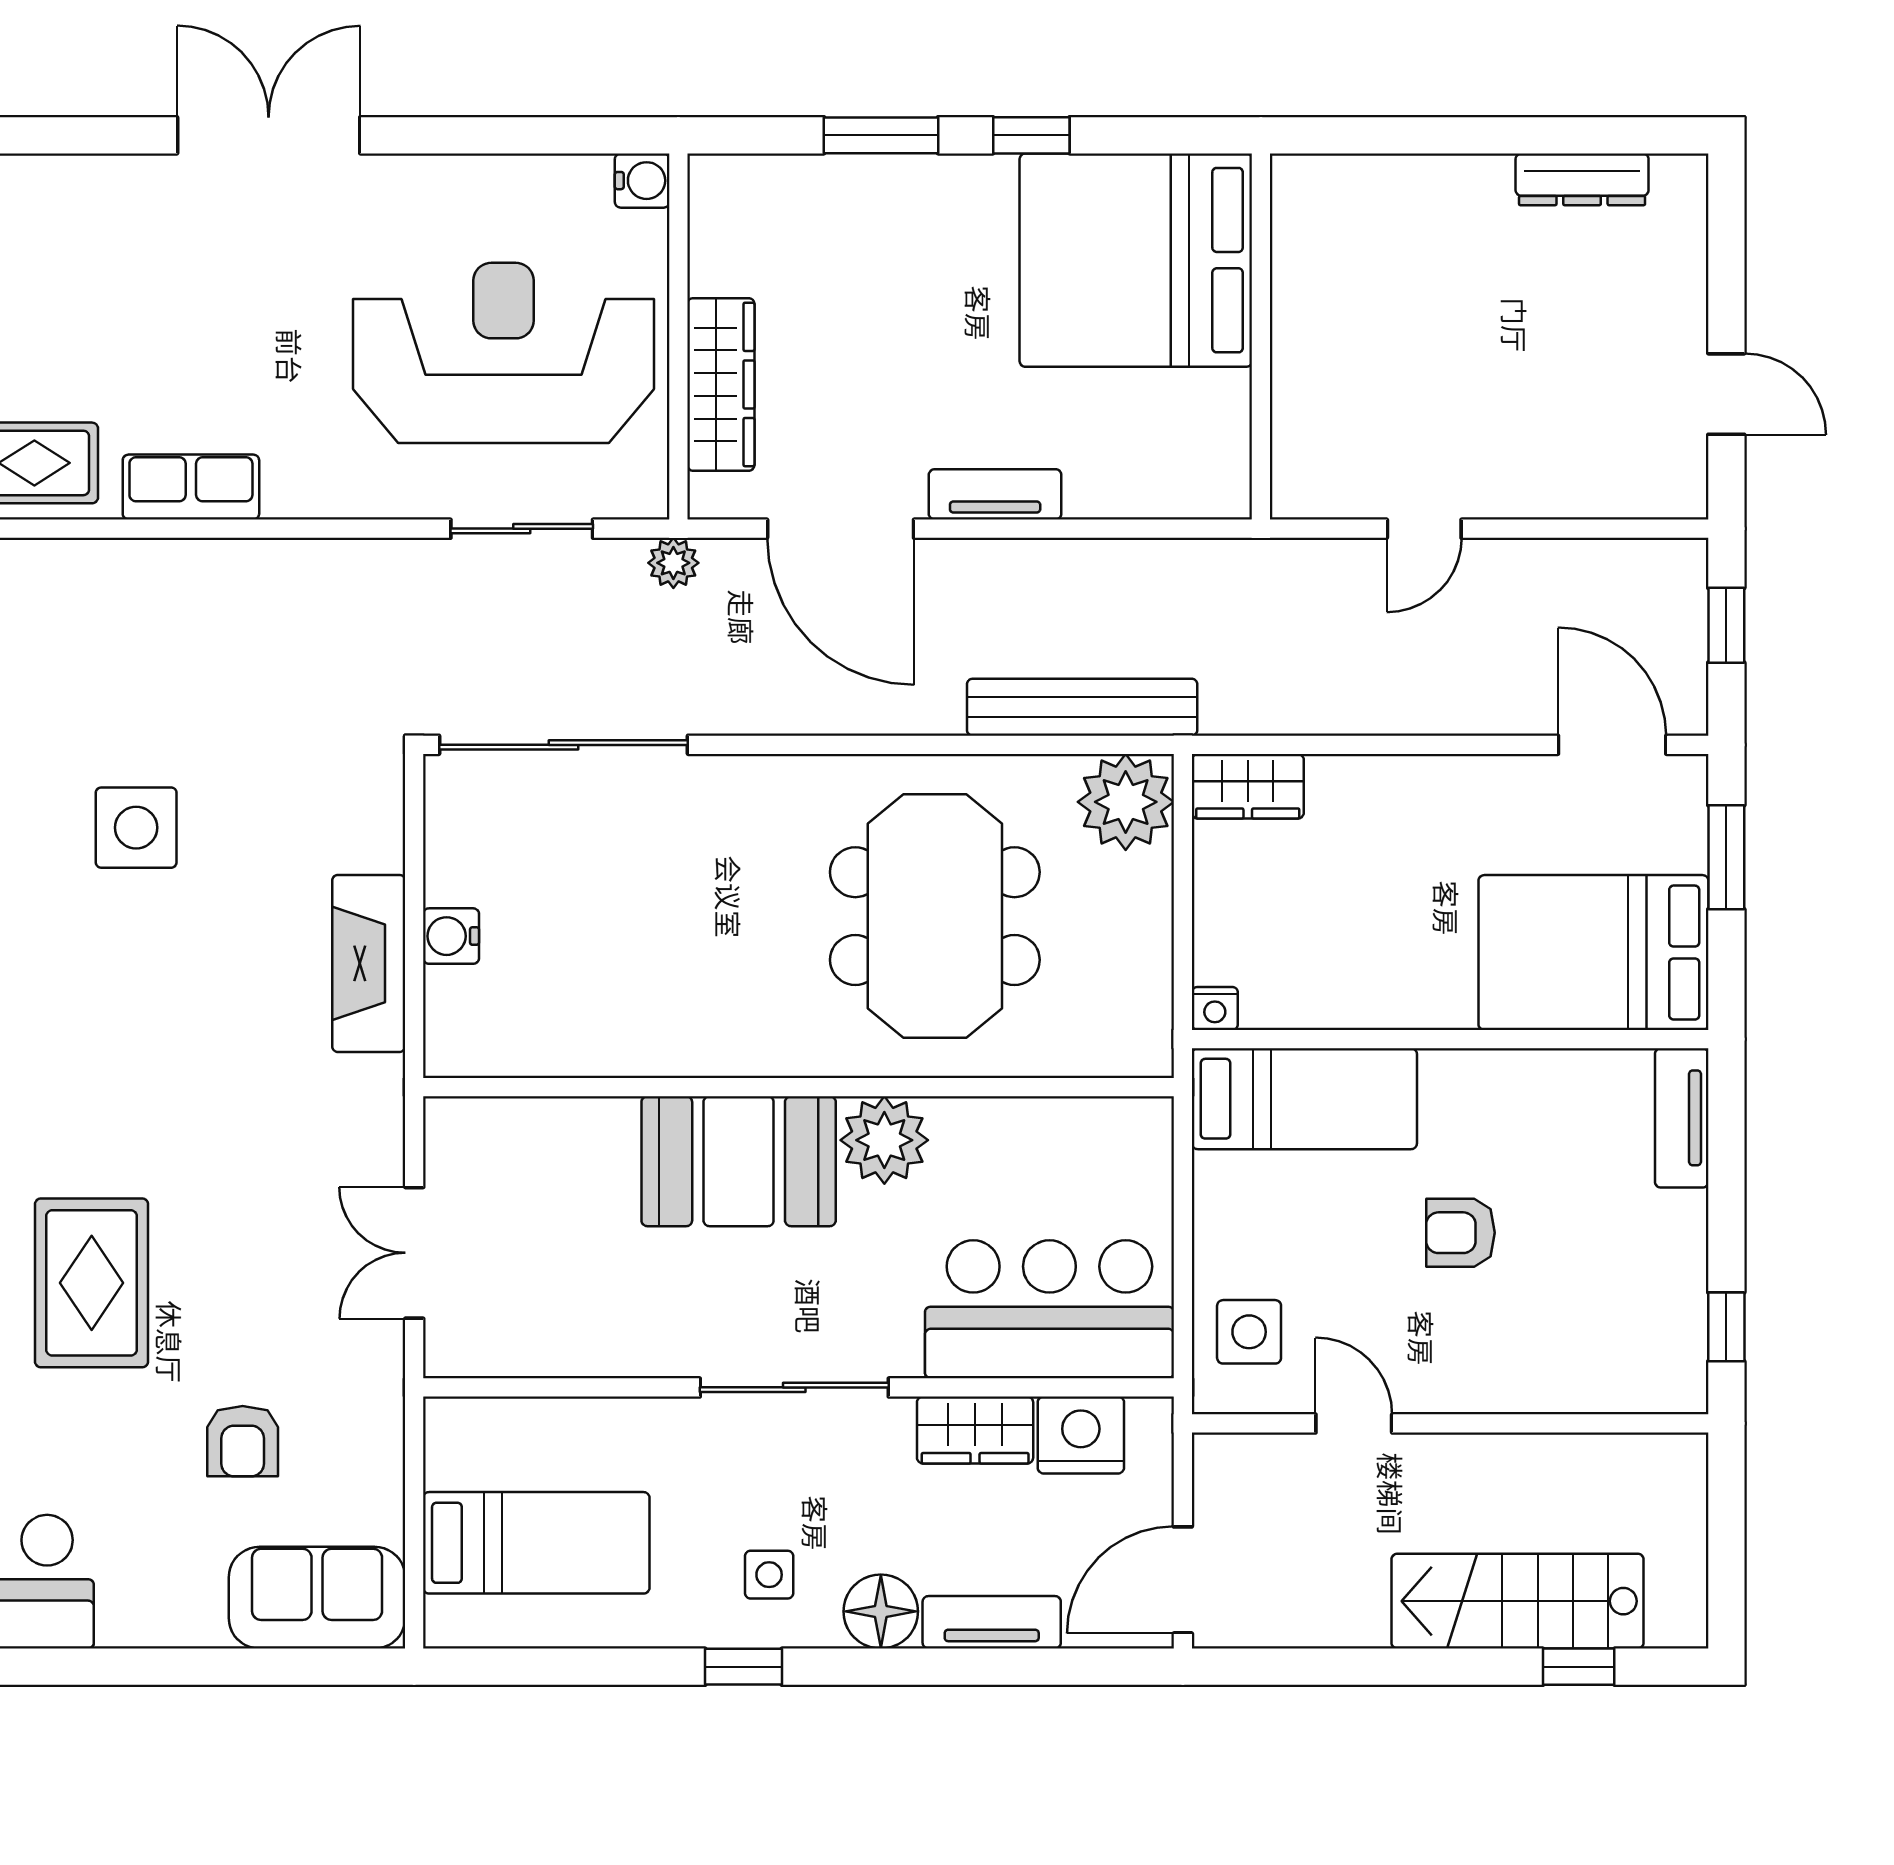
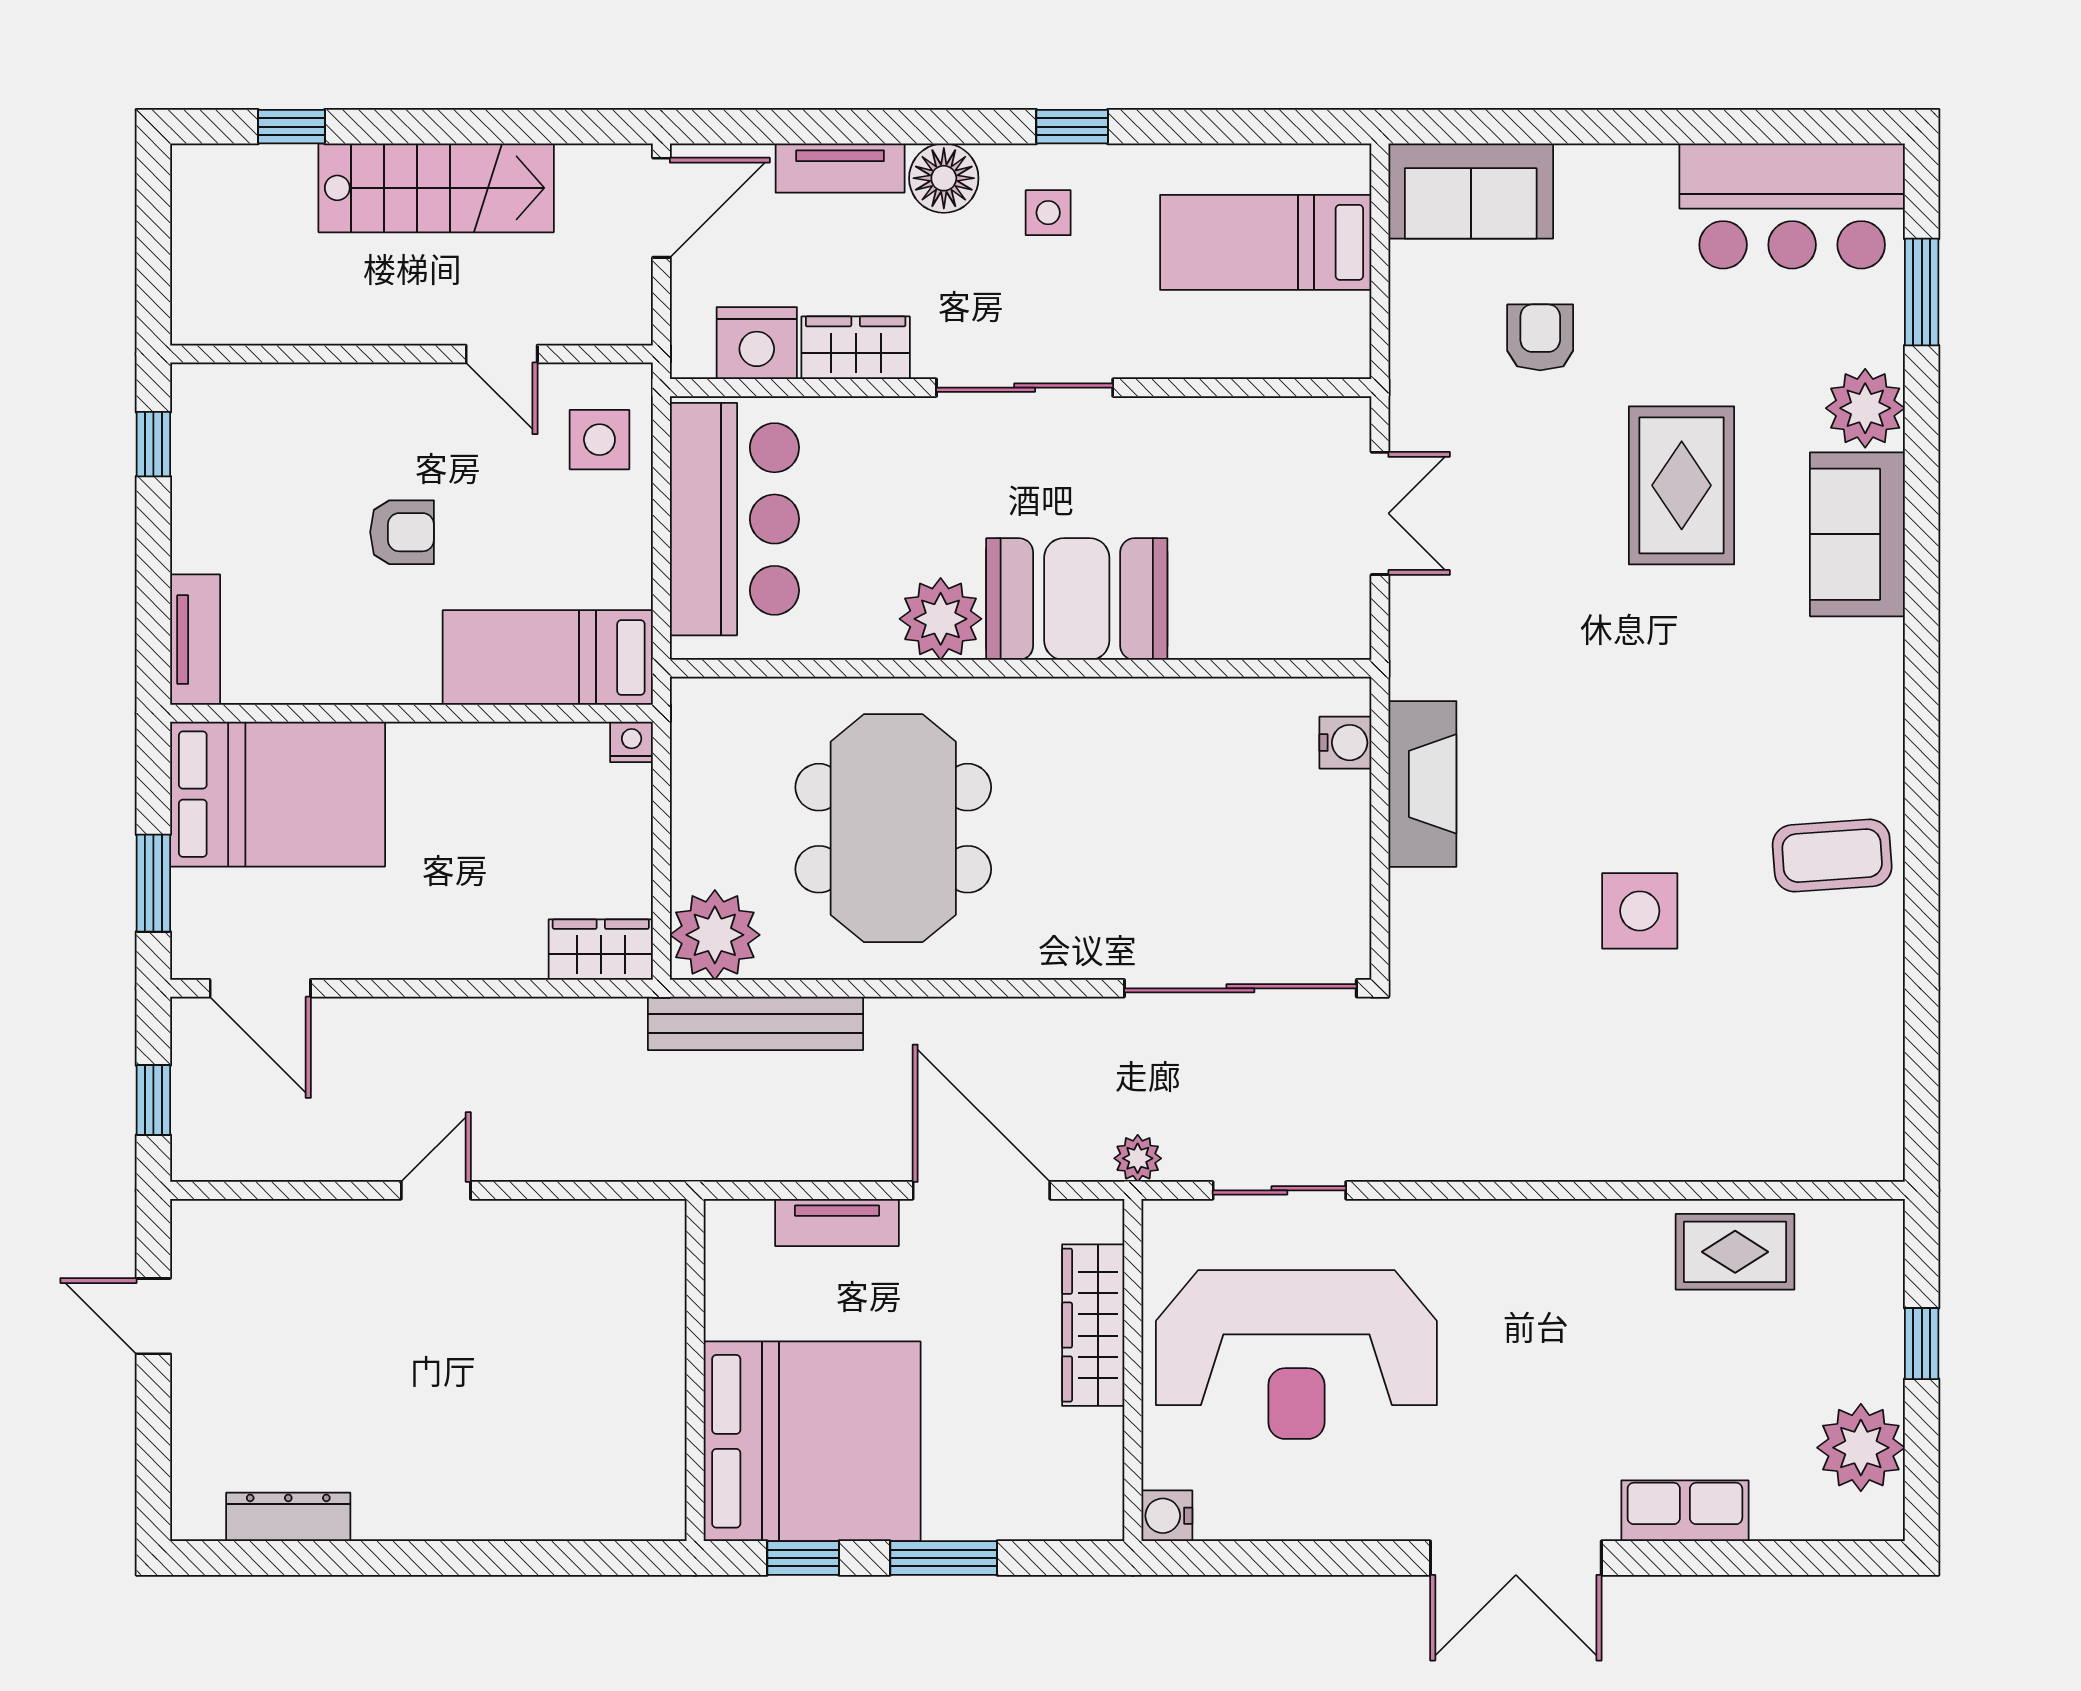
bed: (1136, 260) -> (812, 1441), moved
wall: (1261, 336) -> (695, 1370), moved
row of seats: (191, 487) -> (1685, 1511), moved, turned 180
water cooler: (451, 936) -> (1345, 743), moved
bar counter: (1049, 1309) -> (734, 519), moved, turned -90
stairs: (1518, 1601) -> (436, 188), moved

